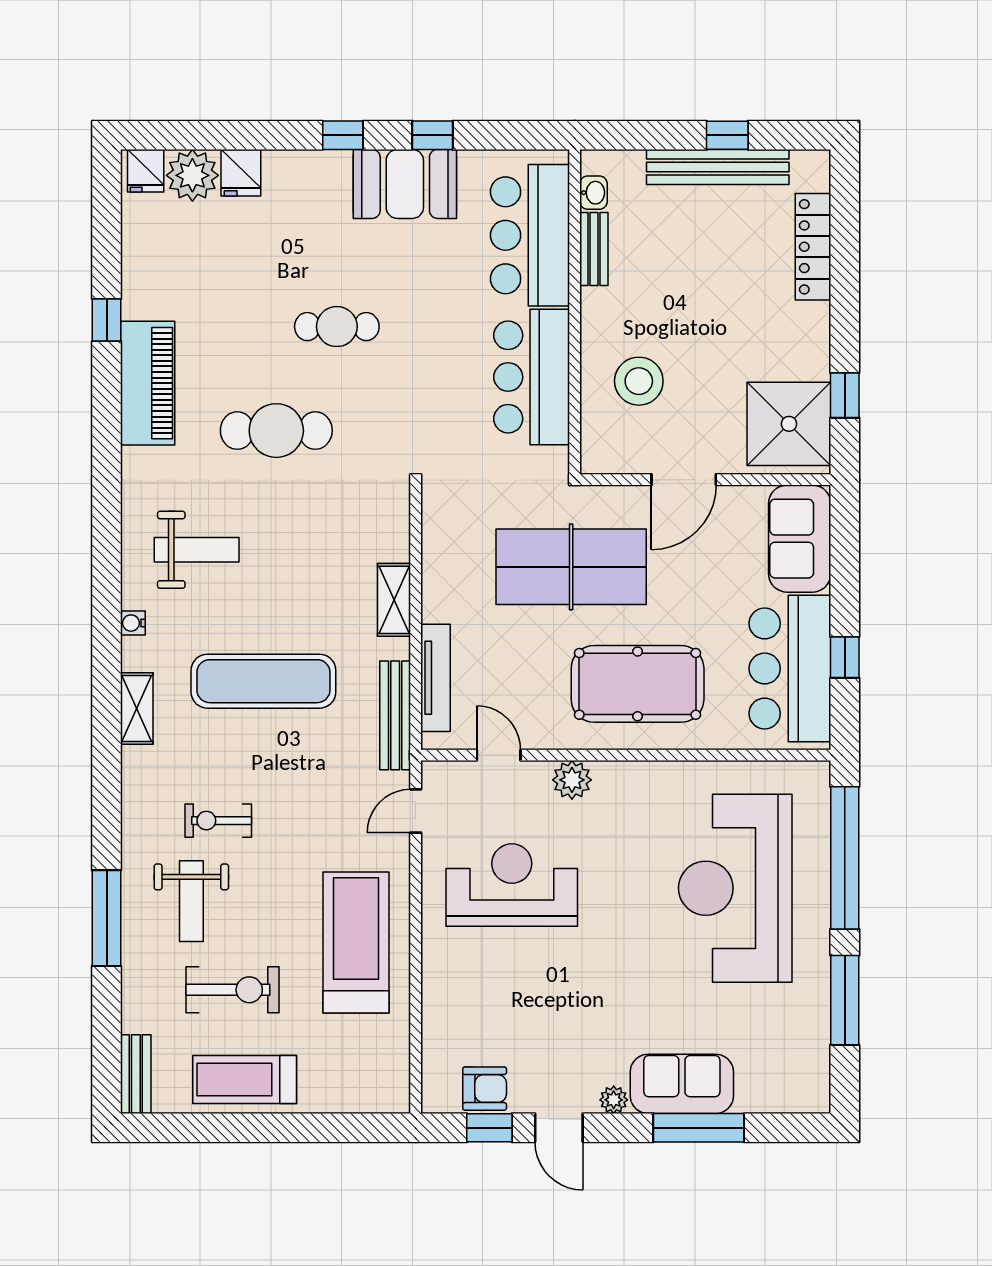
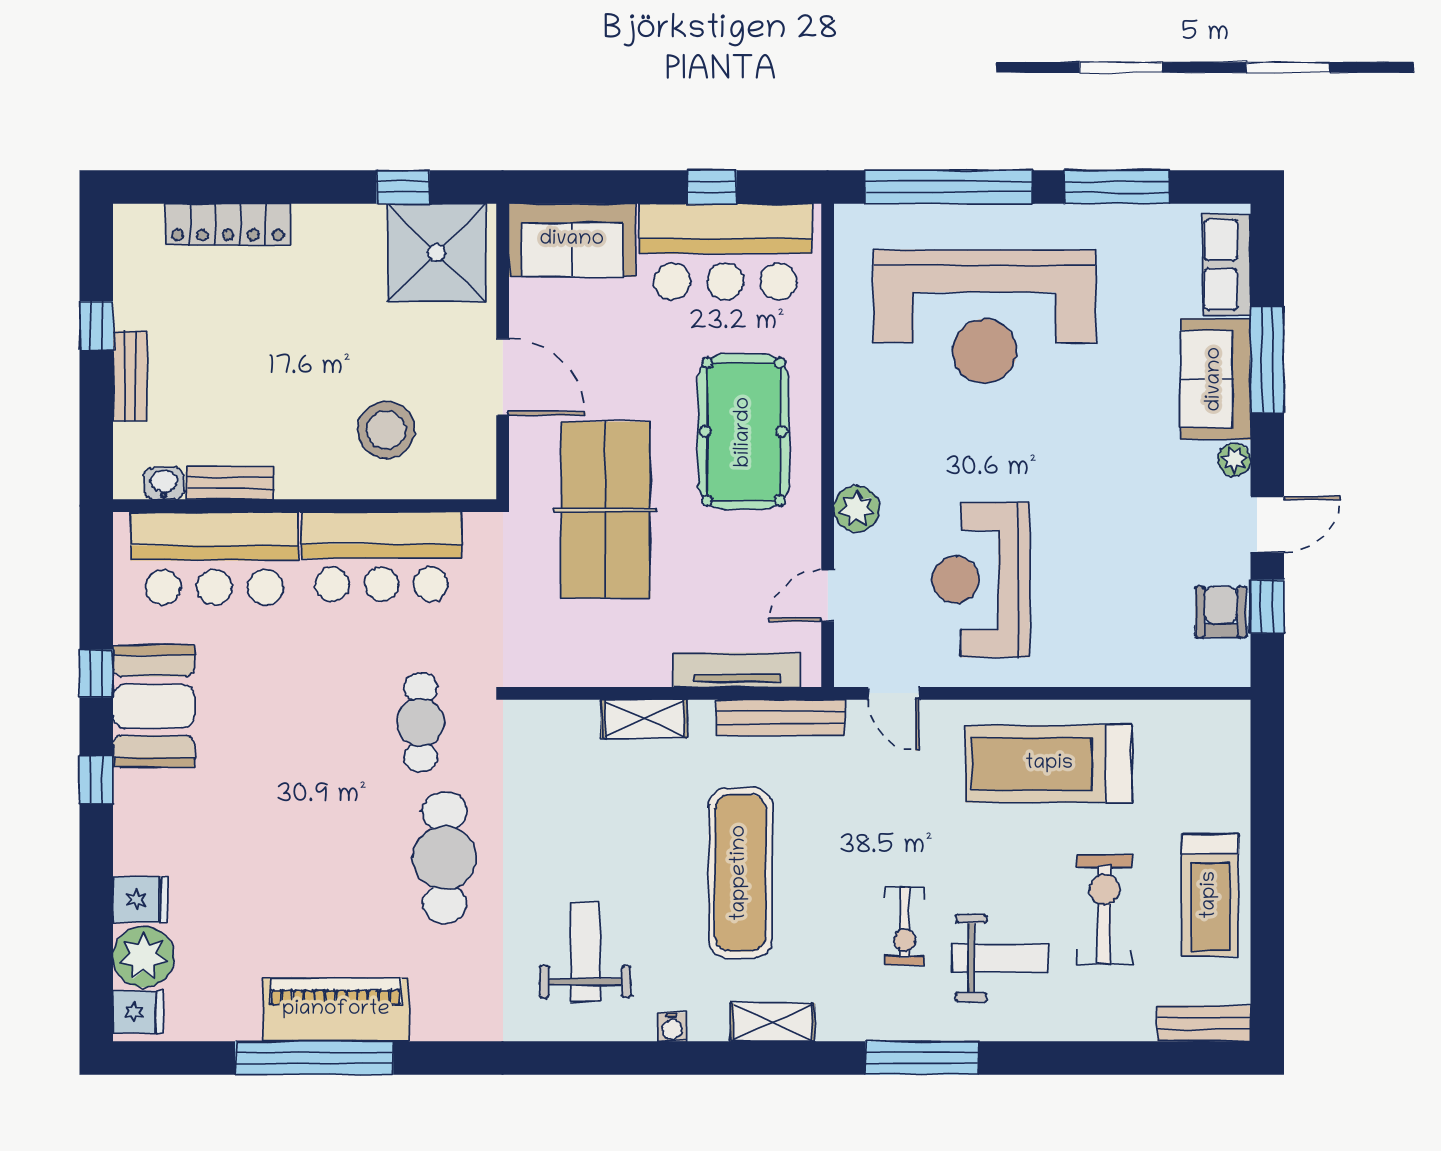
bench: (718, 167) -> (130, 376), width x0.54, depth x0.82
window: (107, 320) -> (314, 1058), width x3.17
cafe table: (337, 327) -> (421, 722), moved
piano: (148, 383) -> (336, 1010), moved
window: (107, 918) -> (922, 1058), moved
row of seats: (779, 1093) -> (1226, 265), added

